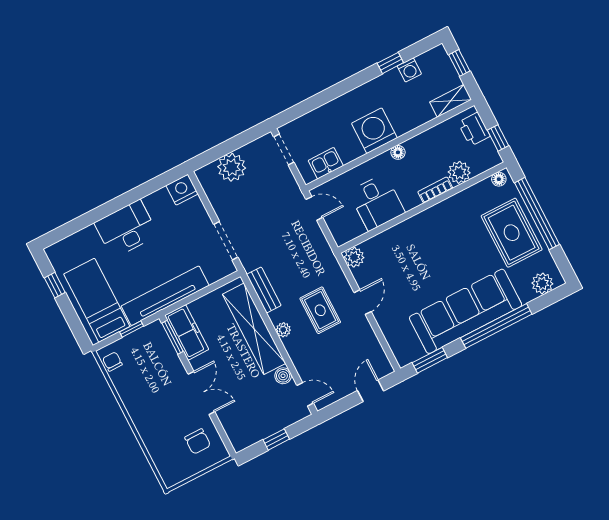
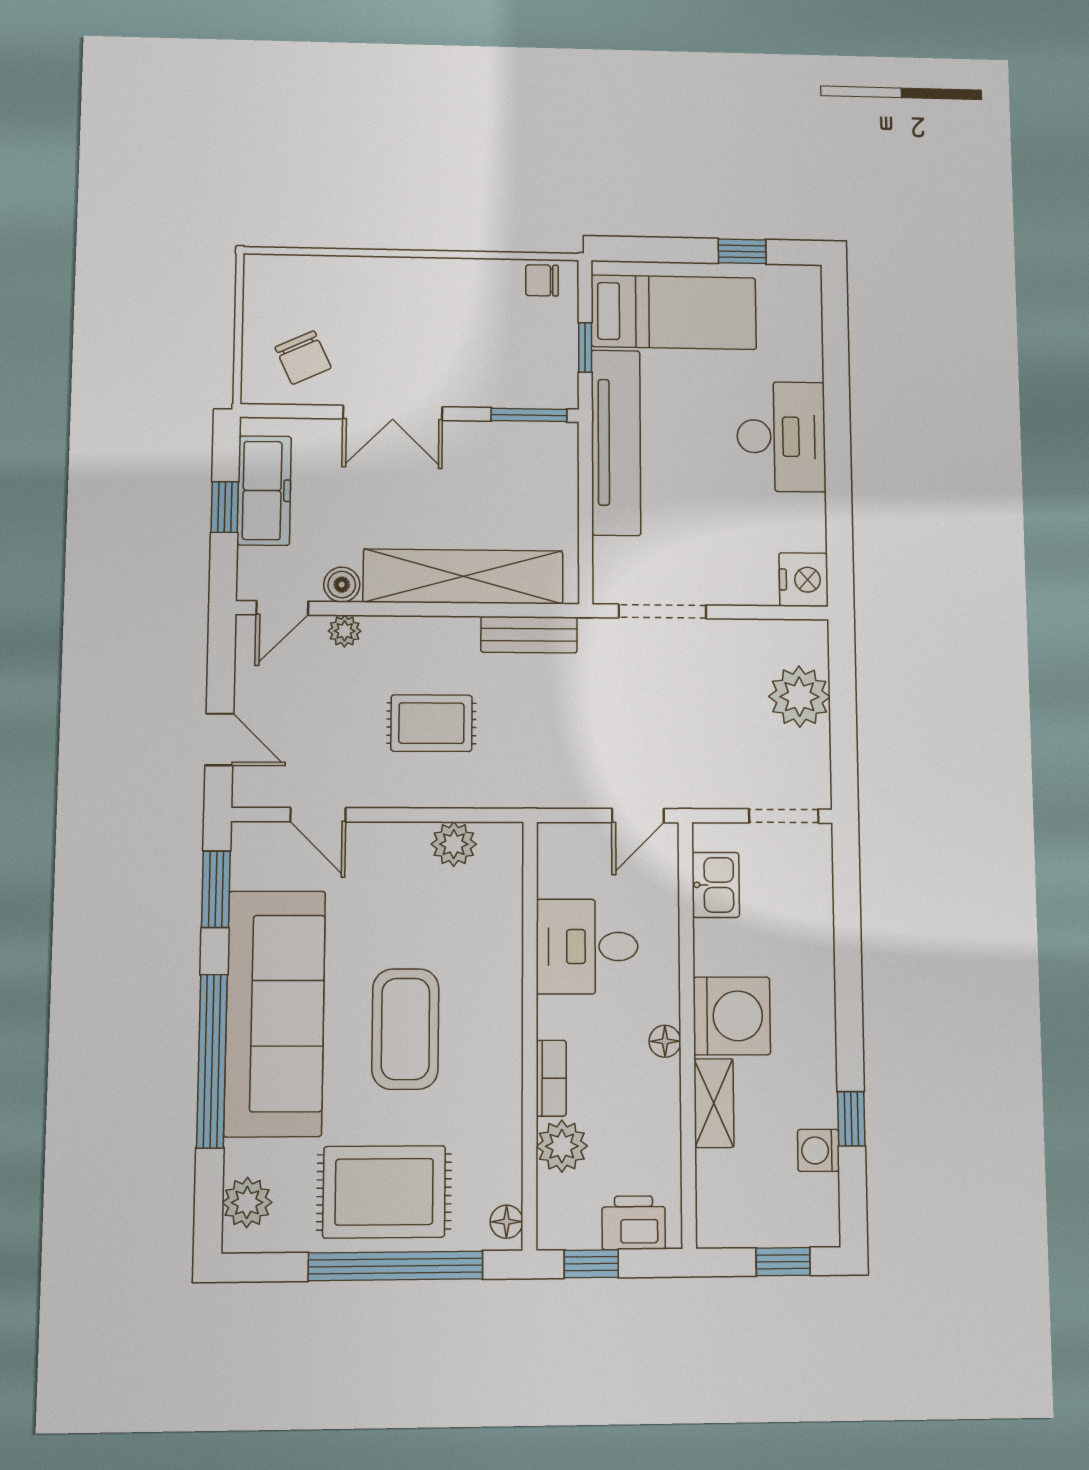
shelving: (451, 101) -> (714, 1103), moved
plant: (354, 257) -> (454, 844), moved
coffee table: (446, 257) -> (405, 1029), added
door: (363, 302) -> (318, 815), moved
plant: (283, 330) -> (345, 631), moved
freezer: (187, 332) -> (264, 490), moved, turned -90
chair: (112, 362) -> (542, 280), turned 180
chair: (198, 441) -> (303, 358), turned -115

